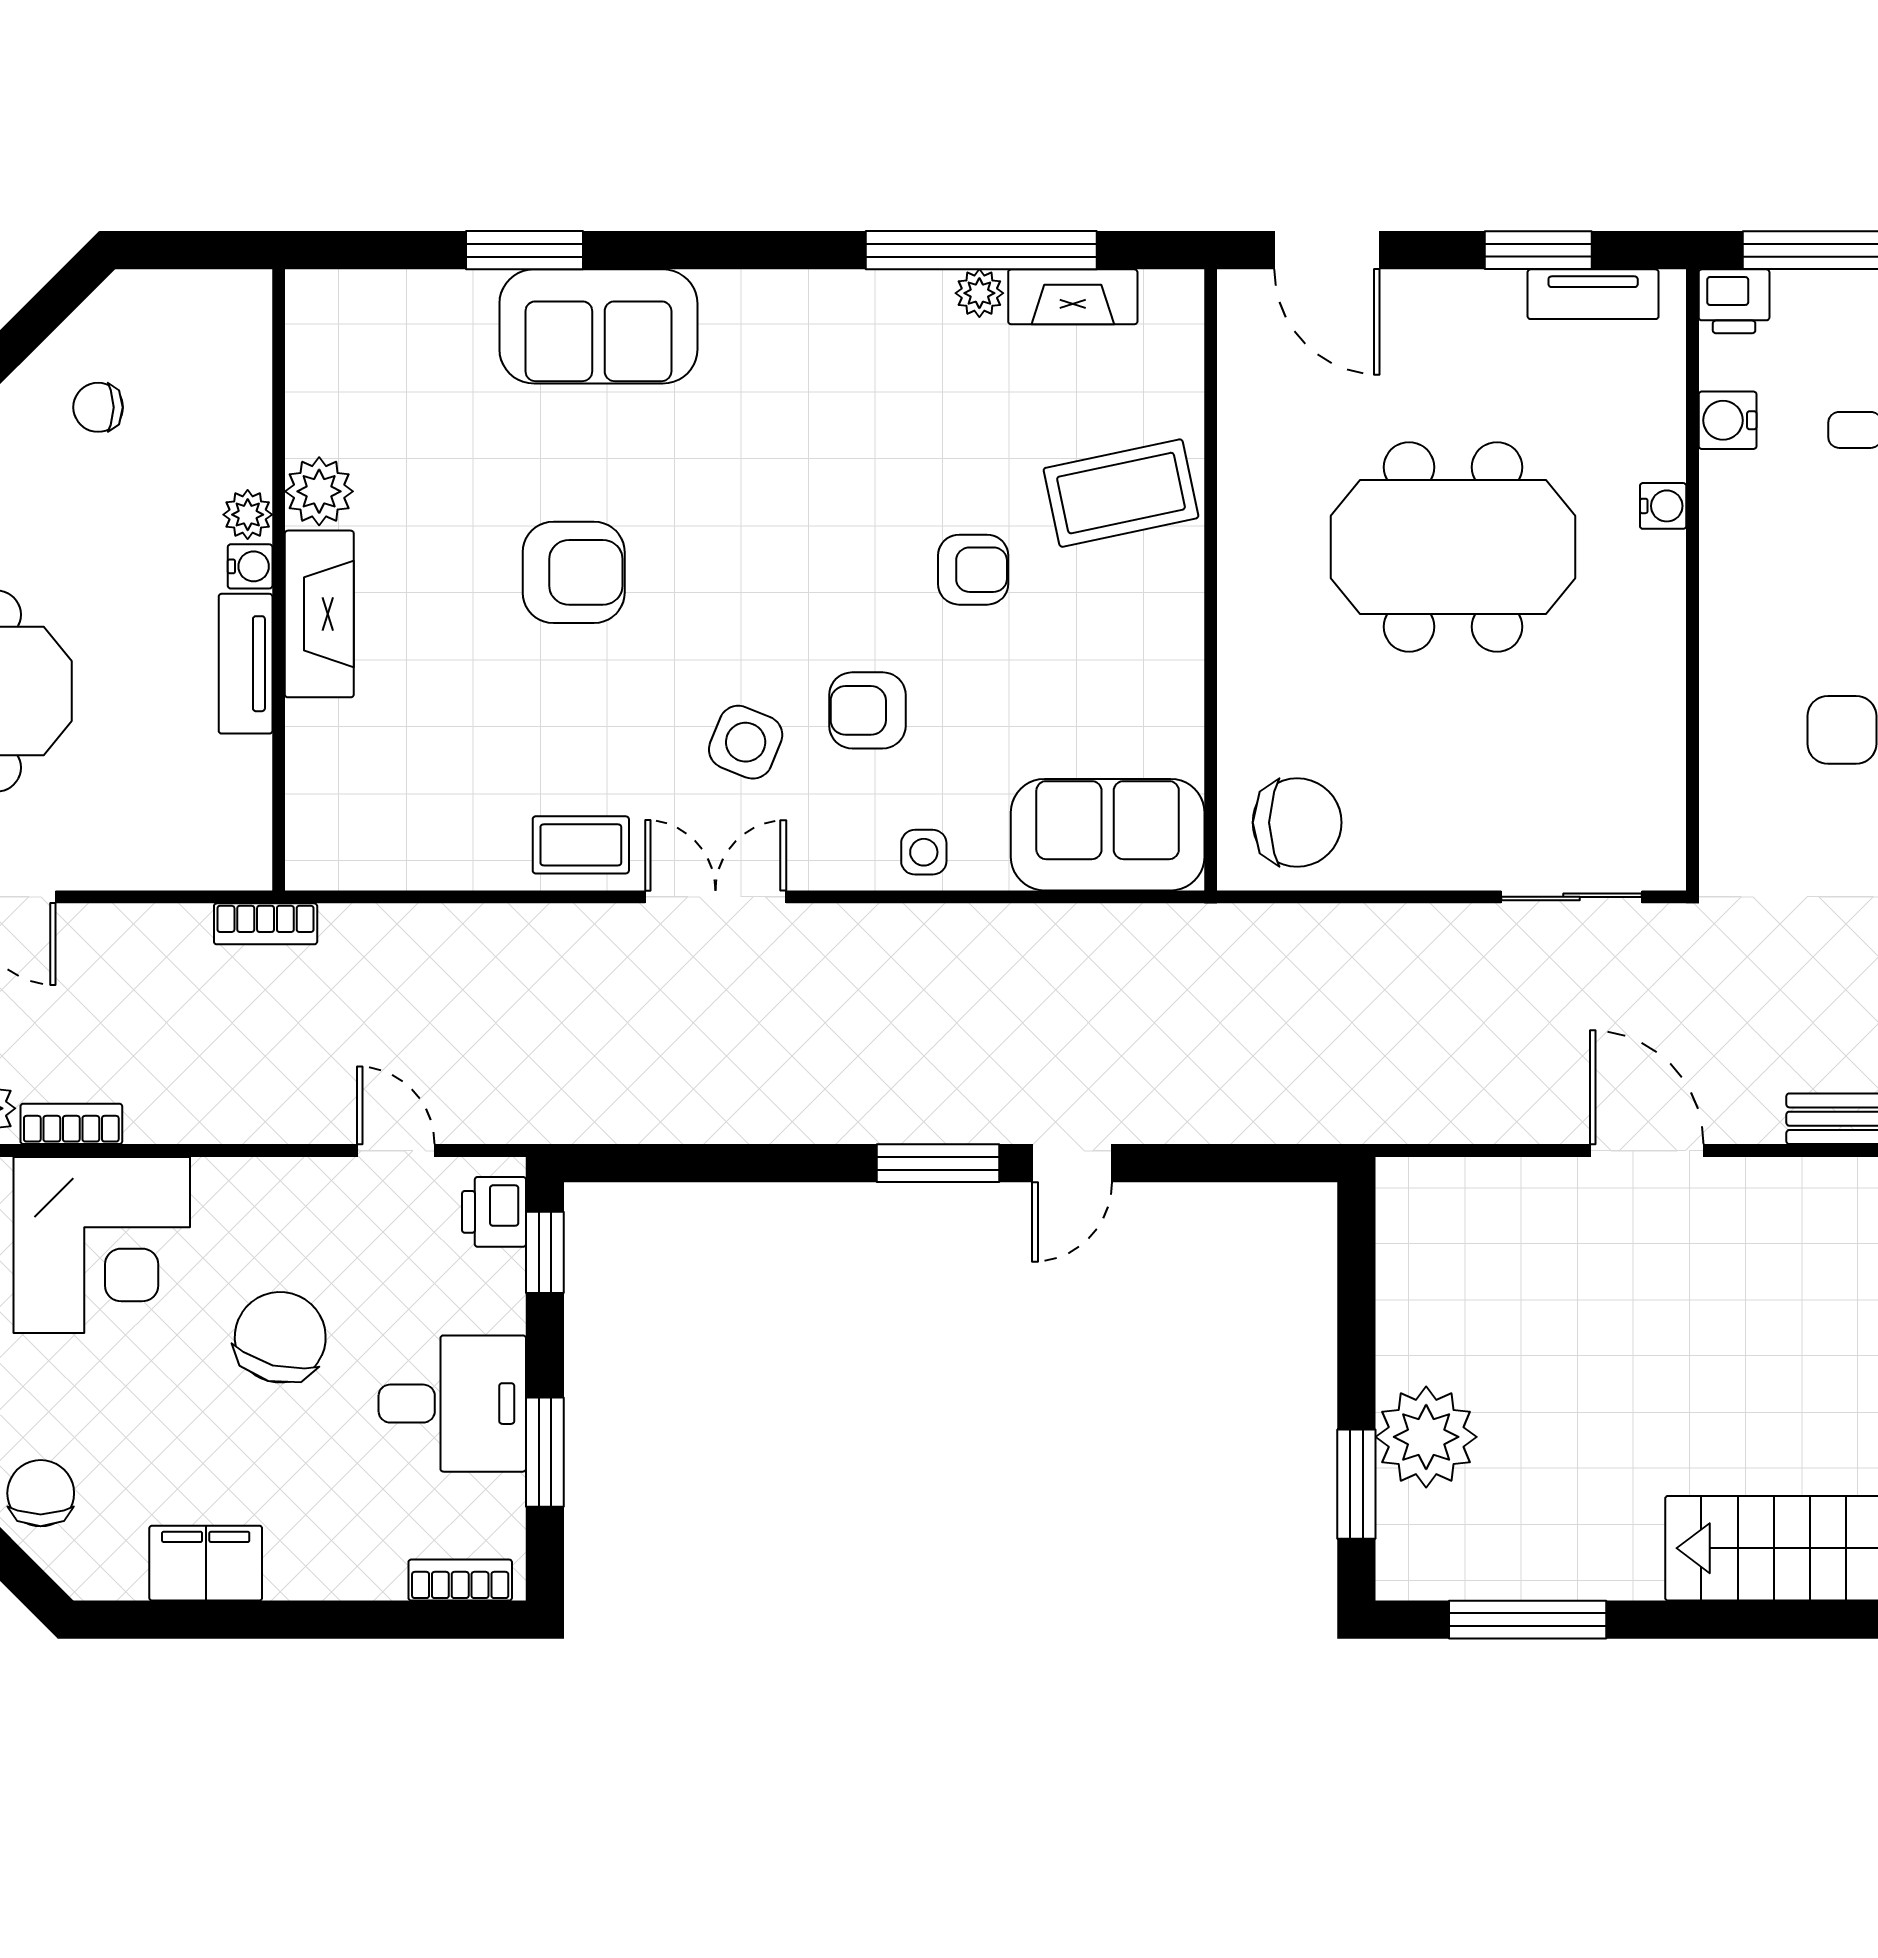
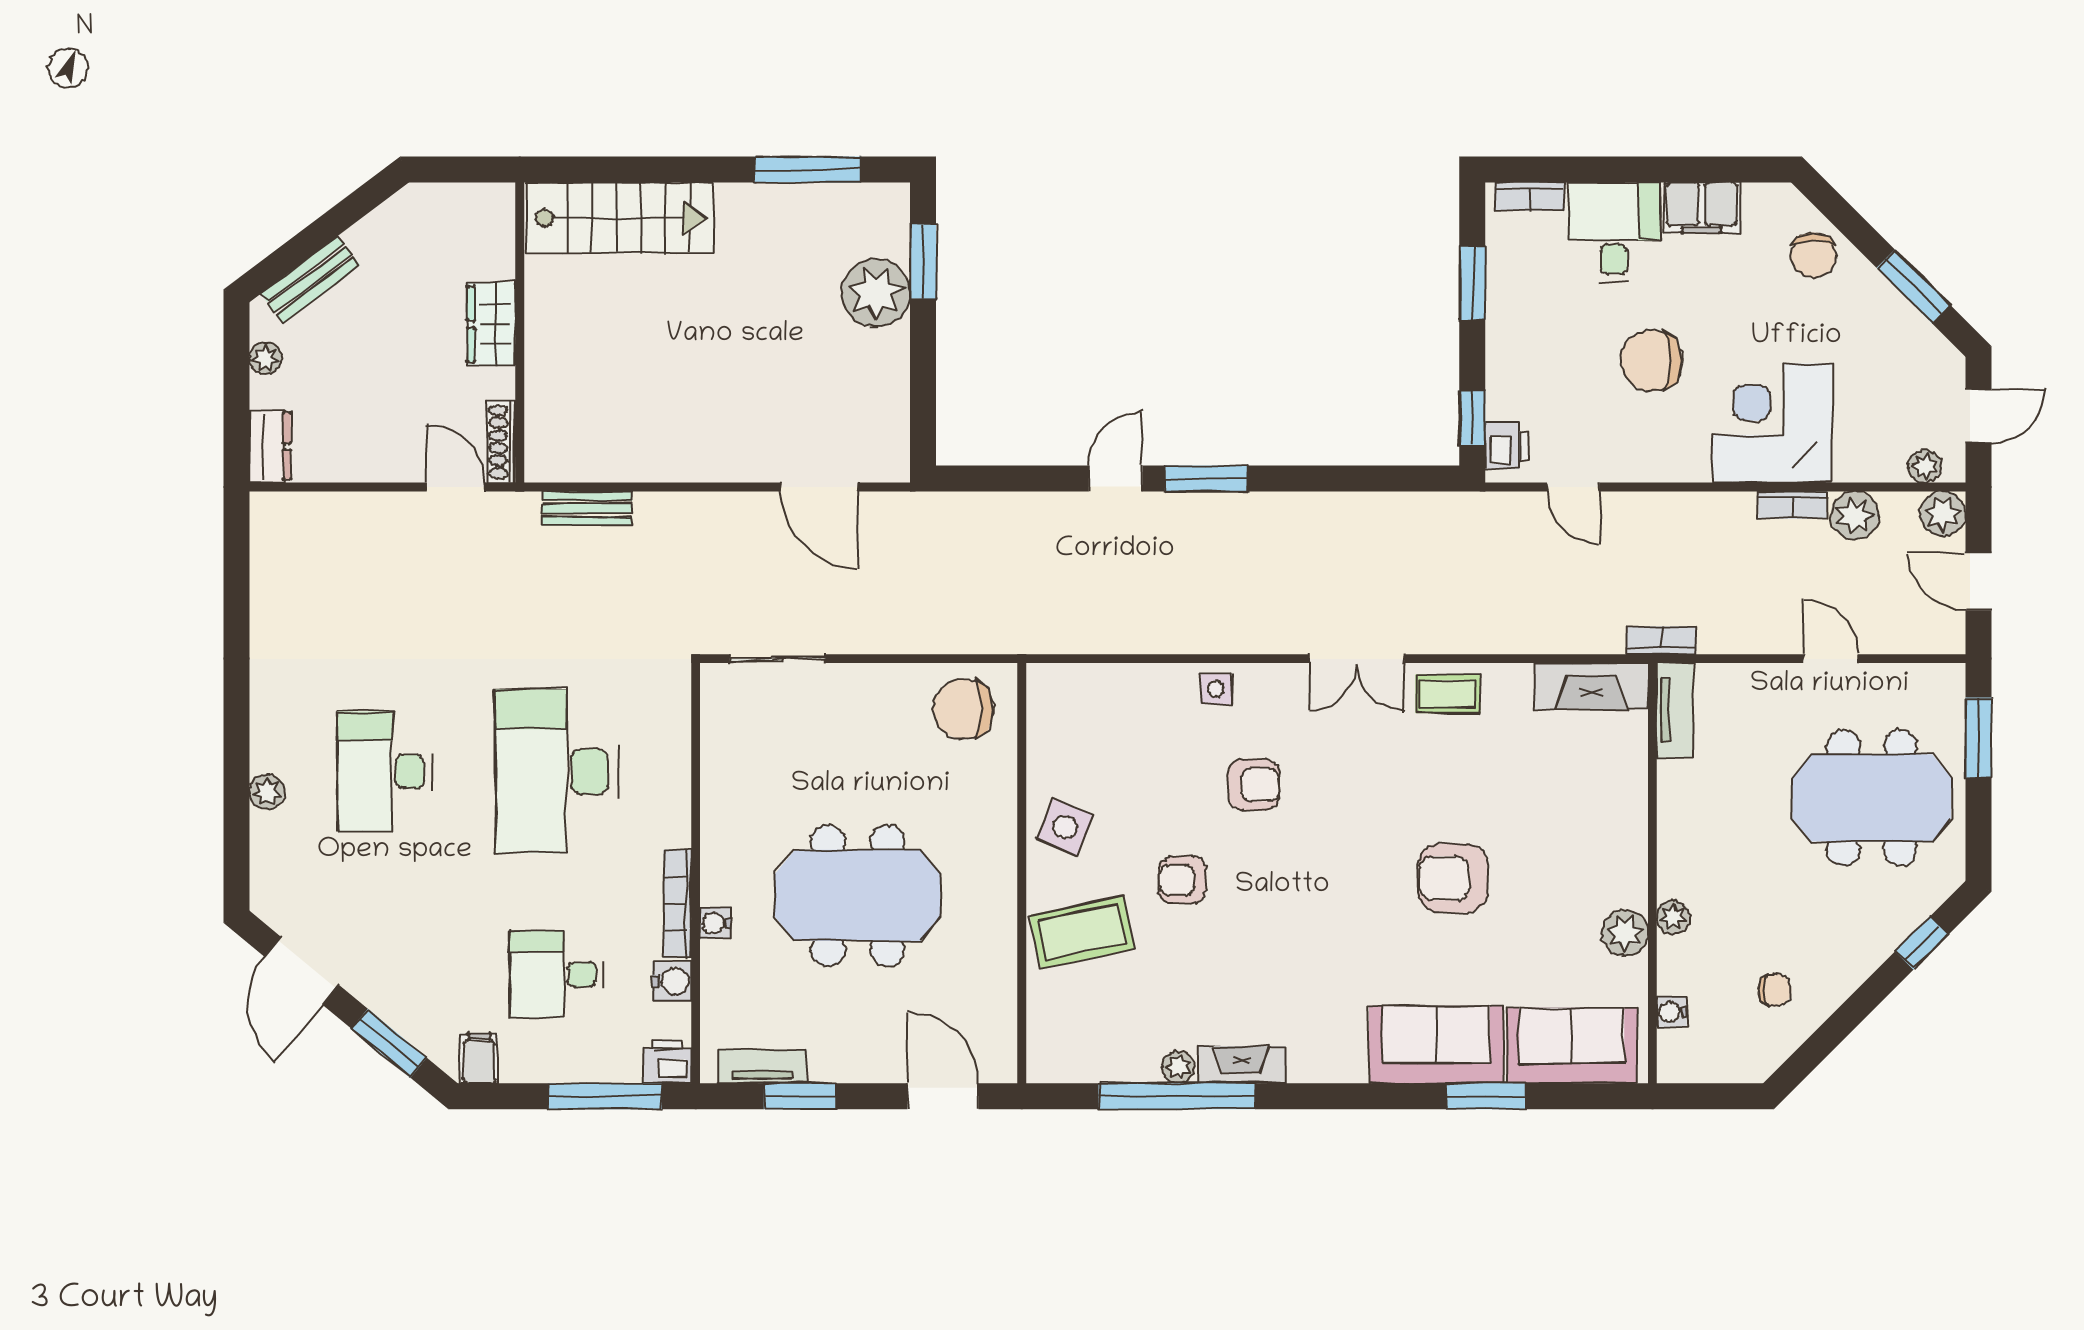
fireplace: (1073, 297) -> (1241, 1065), moved
bookcase: (1719, 534) -> (677, 904), added
water cooler: (250, 566) -> (1672, 1012), moved
fireplace: (319, 614) -> (1592, 686), moved, turned -90
tv unit: (246, 664) -> (1675, 710), moved
side table: (746, 742) -> (1065, 827), moved
sofa: (1108, 835) -> (1572, 1046), moved, turned 180
door: (1647, 1151) -> (819, 487), moved
chair: (280, 1337) -> (1651, 361), turned 75
desk: (452, 1404) -> (1614, 232), moved, turned 90

